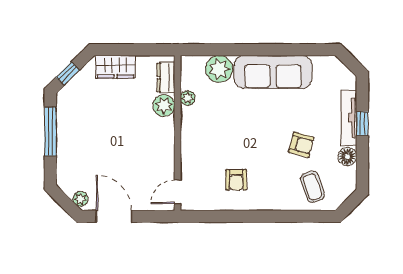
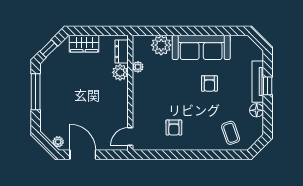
armchair: (301, 145) -> (209, 83), moved, turned 75

